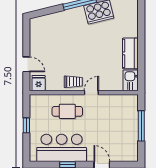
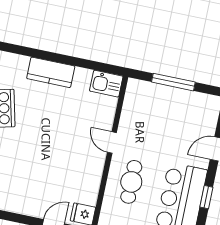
kitchen counter: (130, 53) -> (51, 72), moved
trolley: (73, 82) -> (91, 165), removed

